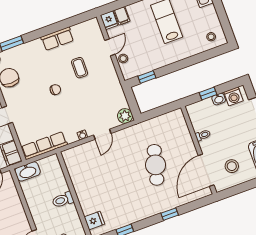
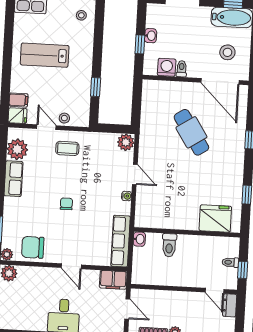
plant: (82, 32) -> (17, 149), added
coffee table: (79, 68) -> (67, 148), moved
window: (147, 77) -> (96, 87), moved
washing machine: (233, 96) -> (167, 67), moved, turned -90
cafe table: (156, 165) -> (191, 132), turned 42
washbasin: (28, 171) -> (139, 239), moved, width x0.52, depth x0.69
toilet: (63, 200) -> (169, 245), moved
fridge: (94, 221) -> (215, 218), width x1.88, depth x1.34

